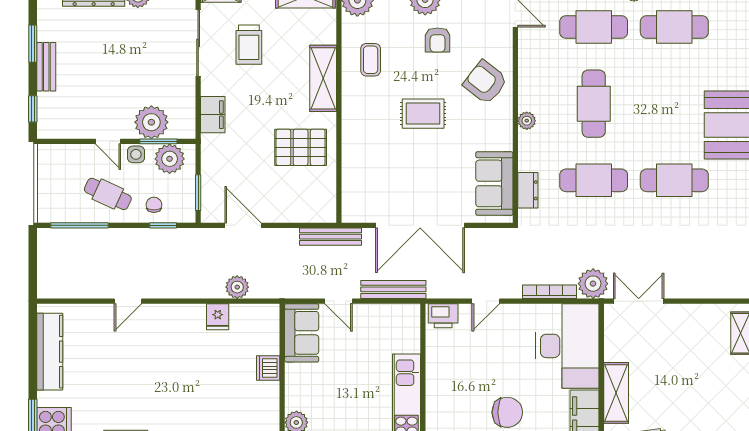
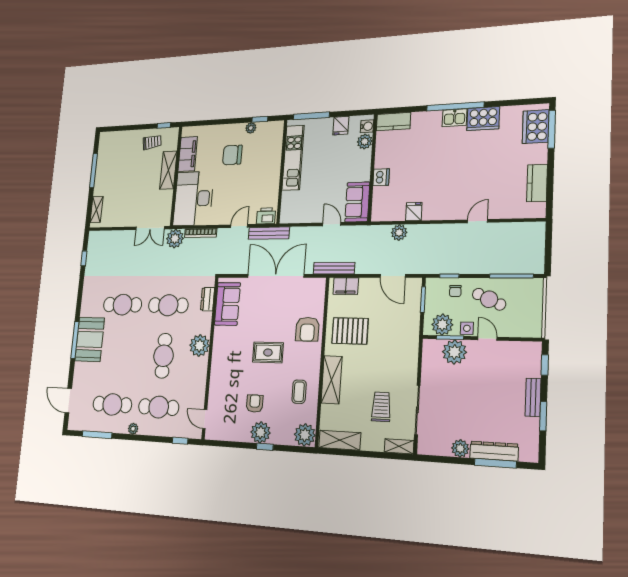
armchair: (485, 82) -> (307, 329), moved, turned 52
filing cabinet: (213, 115) -> (346, 286), moved, turned -90
plant: (527, 121) -> (200, 346), width x1.87, depth x1.87
bench: (393, 289) -> (269, 233), moved
kitchen counter: (50, 352) -> (537, 183), width x0.67

